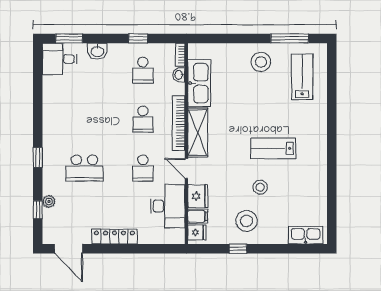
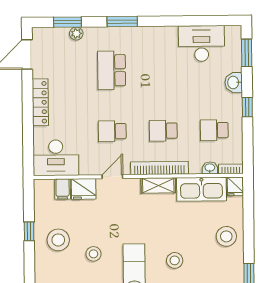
window: (138, 38) -> (247, 107), moved
desk: (60, 59) -> (201, 43), moved, width x1.37
stool: (261, 62) -> (226, 236), moved
stool: (267, 109) -> (175, 260), added
shelving: (198, 133) -> (158, 185), width x0.67, depth x0.75
window: (38, 157) -> (122, 22), width x1.50
desk: (168, 206) -> (56, 158), moved
window: (38, 210) -> (67, 22), width x1.50
fridge: (197, 232) -> (235, 186), moved

